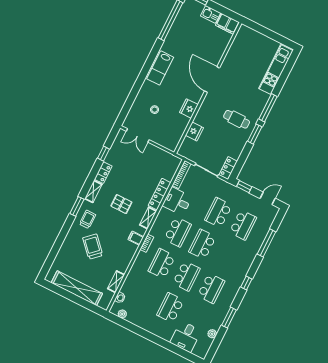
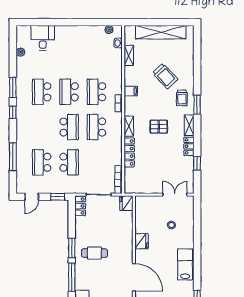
fridge: (194, 132) -> (126, 203), moved
desk: (177, 201) -> (110, 154), removed
filing cabinet: (136, 238) -> (131, 91), moved
school desk: (162, 264) -> (96, 92), turned 180
school desk: (170, 308) -> (69, 57), removed
window: (229, 318) -> (13, 87), moved

